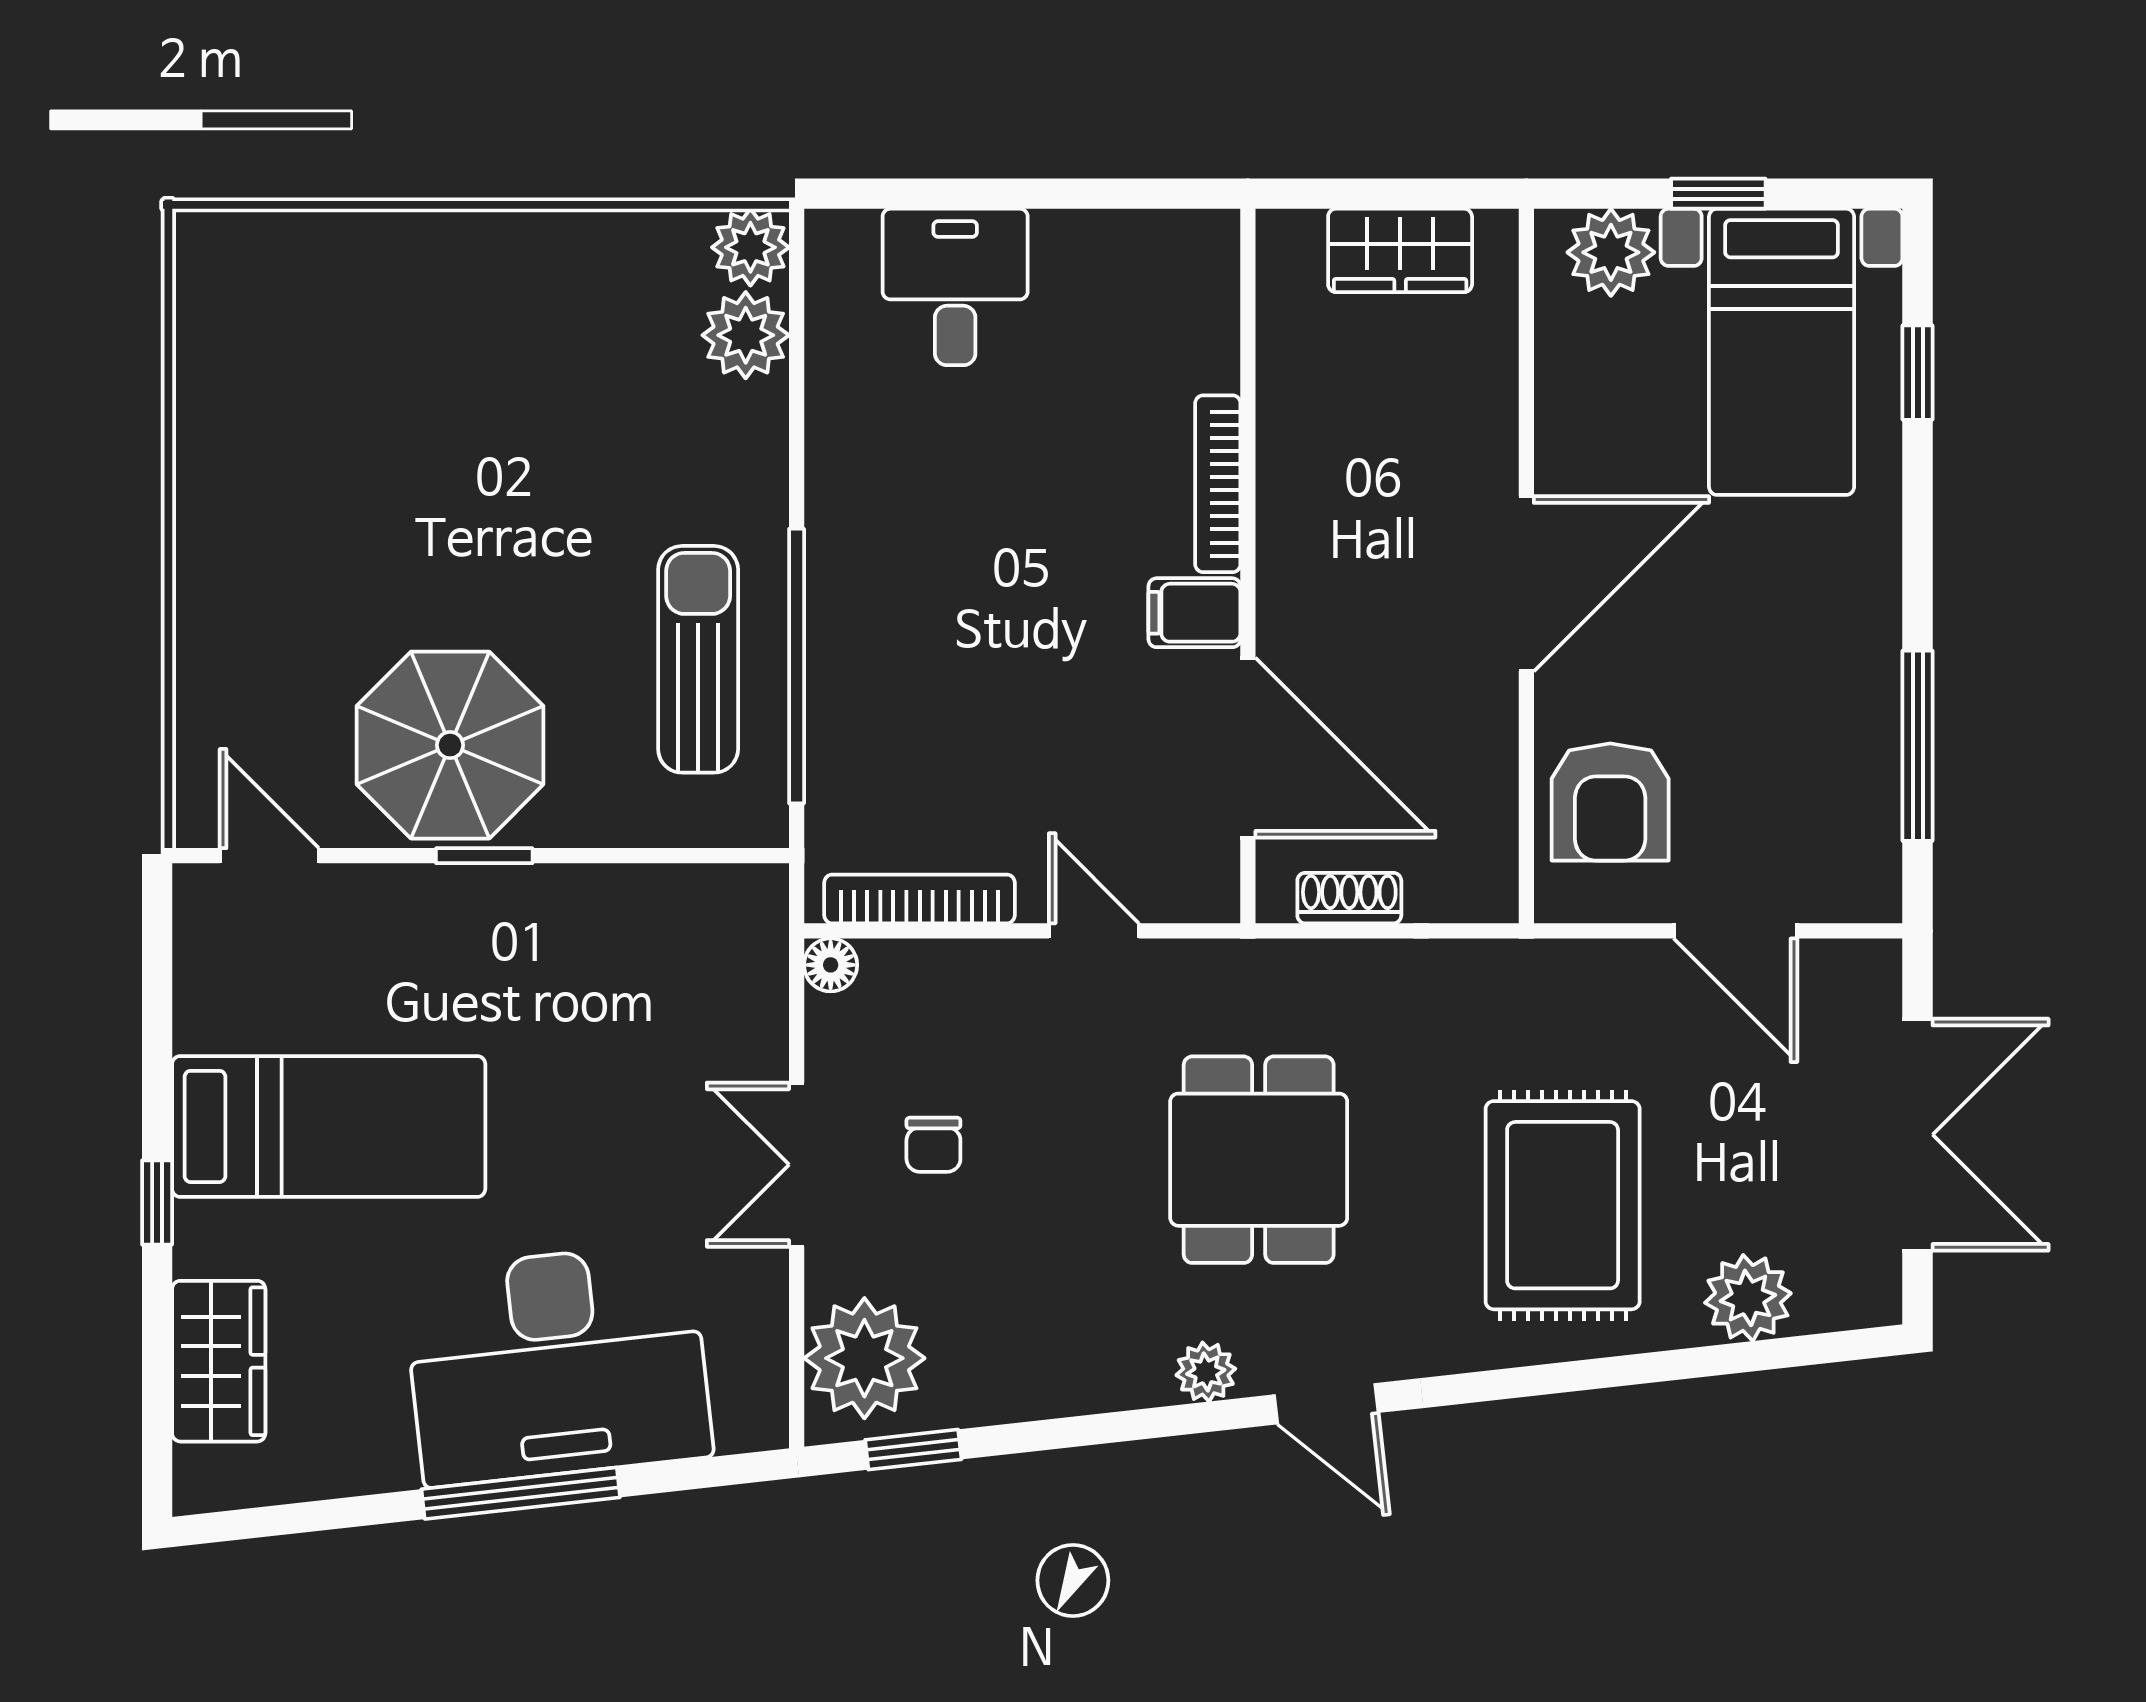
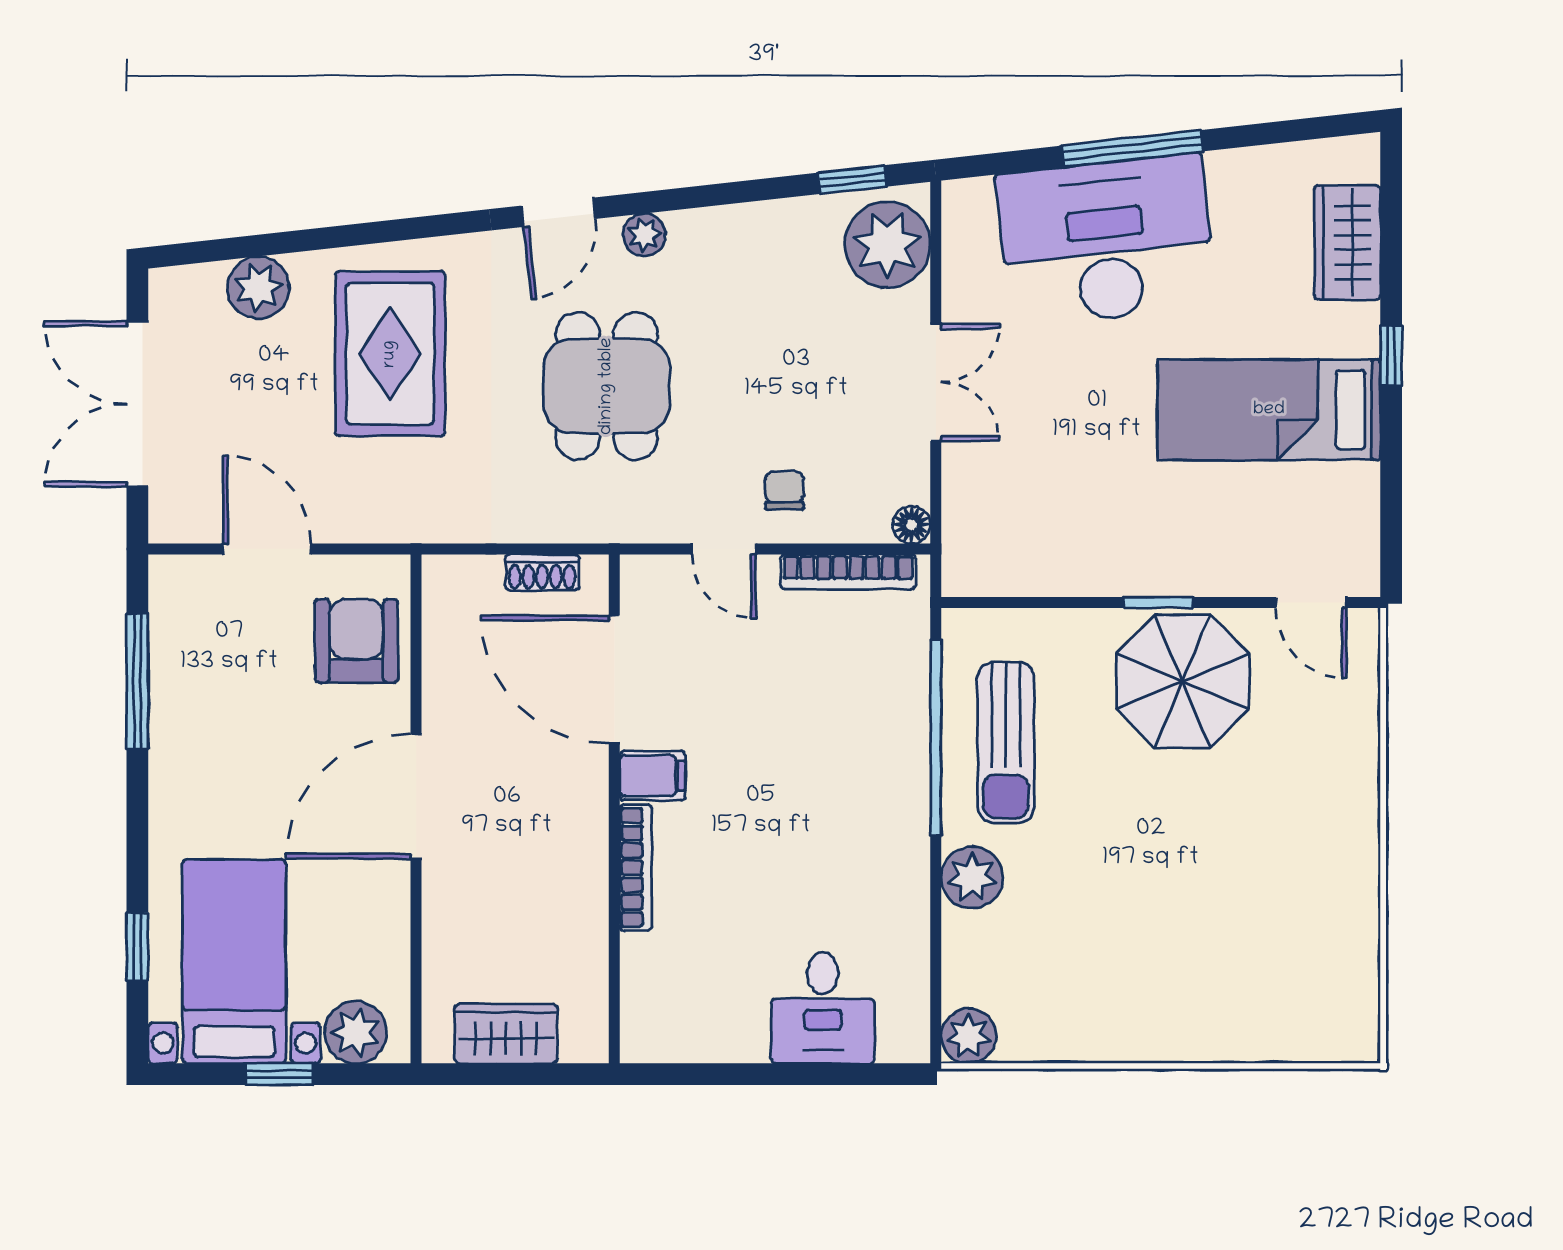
plant: (746, 335) -> (972, 878), moved
chair: (933, 1145) -> (785, 491), moved
door: (1326, 1404) -> (558, 212), swing flipped

